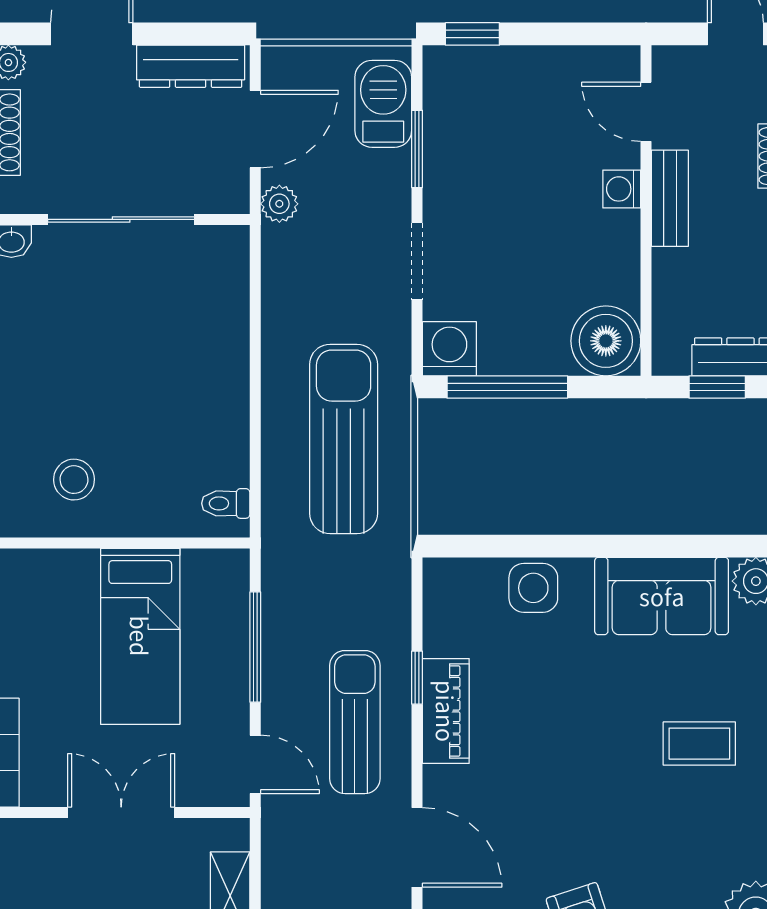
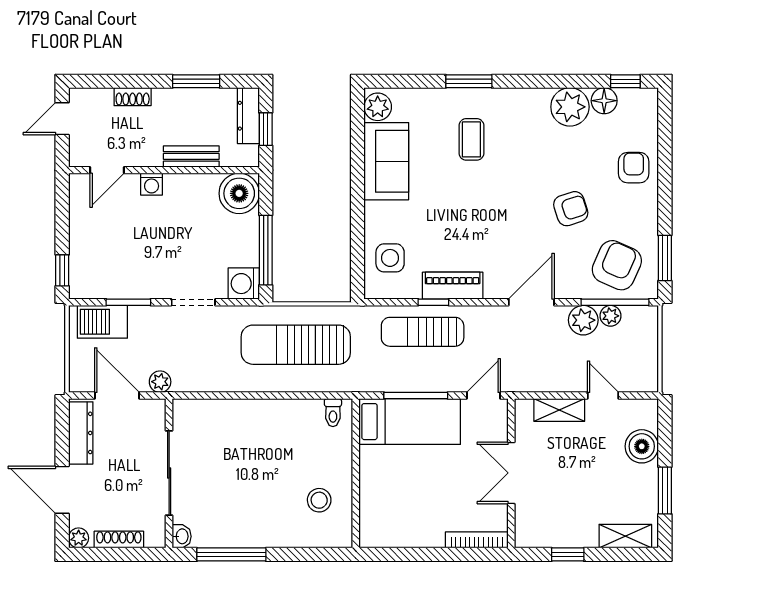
bench: (670, 198) -> (191, 156), moved
side table: (533, 588) -> (390, 258), moved
bed: (140, 636) -> (410, 422), moved
sun lounger: (355, 722) -> (423, 332), moved

